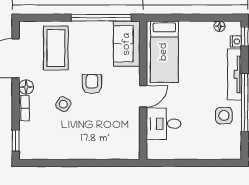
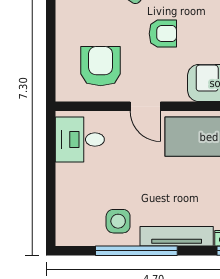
desk: (164, 124) -> (80, 140), moved, turned -90
armchair: (115, 128) -> (101, 66), added

